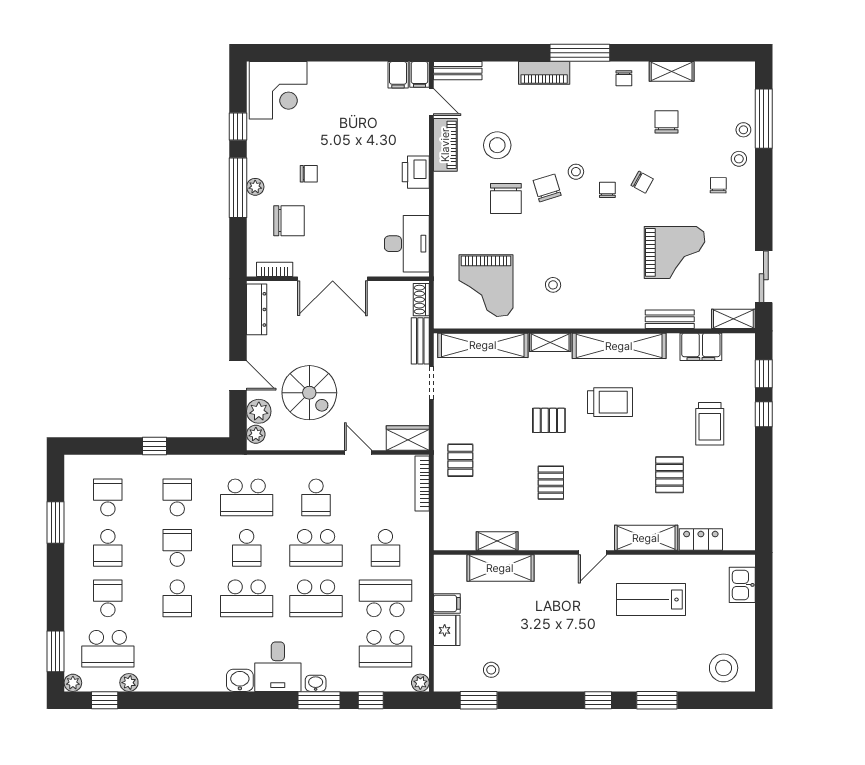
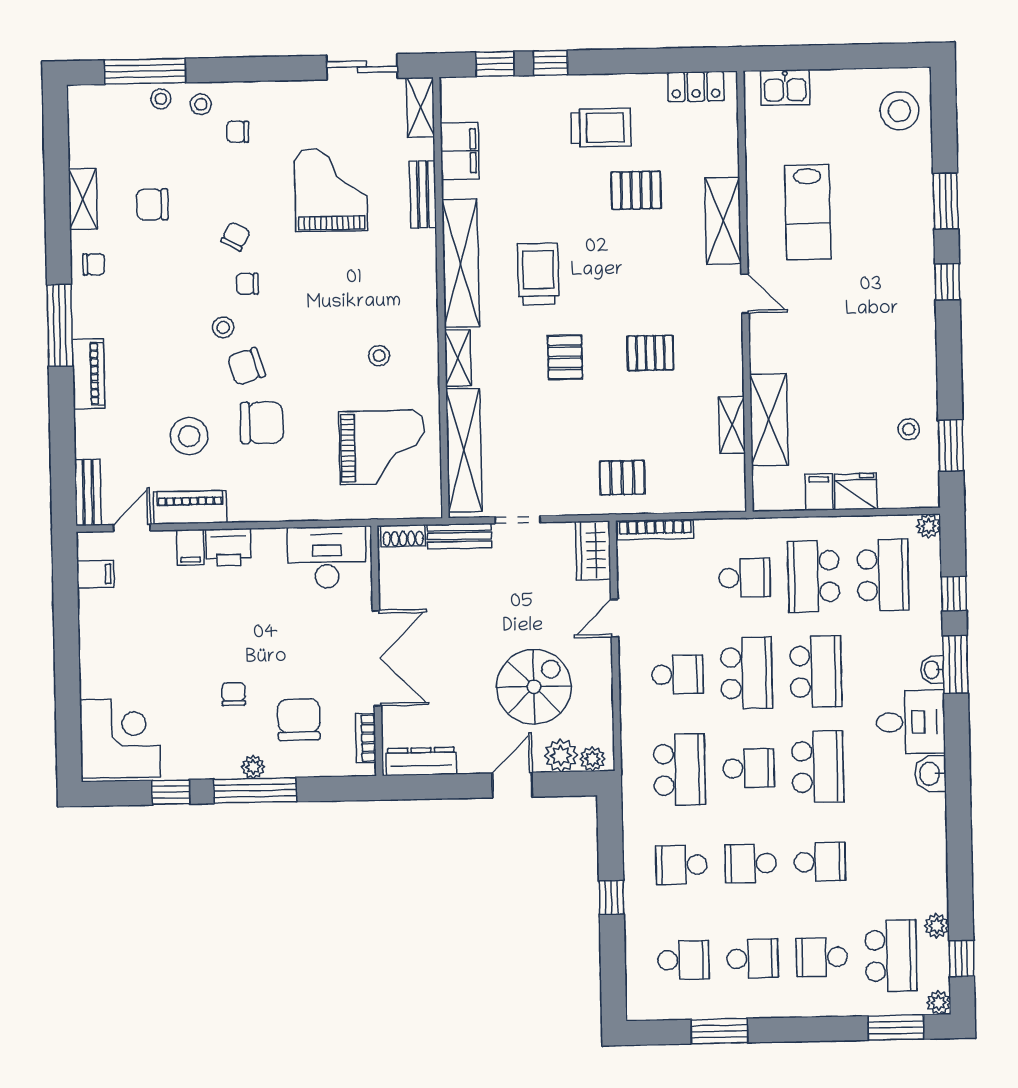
filing cabinet: (419, 74) -> (190, 547), moved, turned 90
trolley: (710, 424) -> (601, 128), moved
school desk: (108, 497) -> (683, 960), turned 180
locker: (701, 539) -> (696, 87), moved, turned -90

